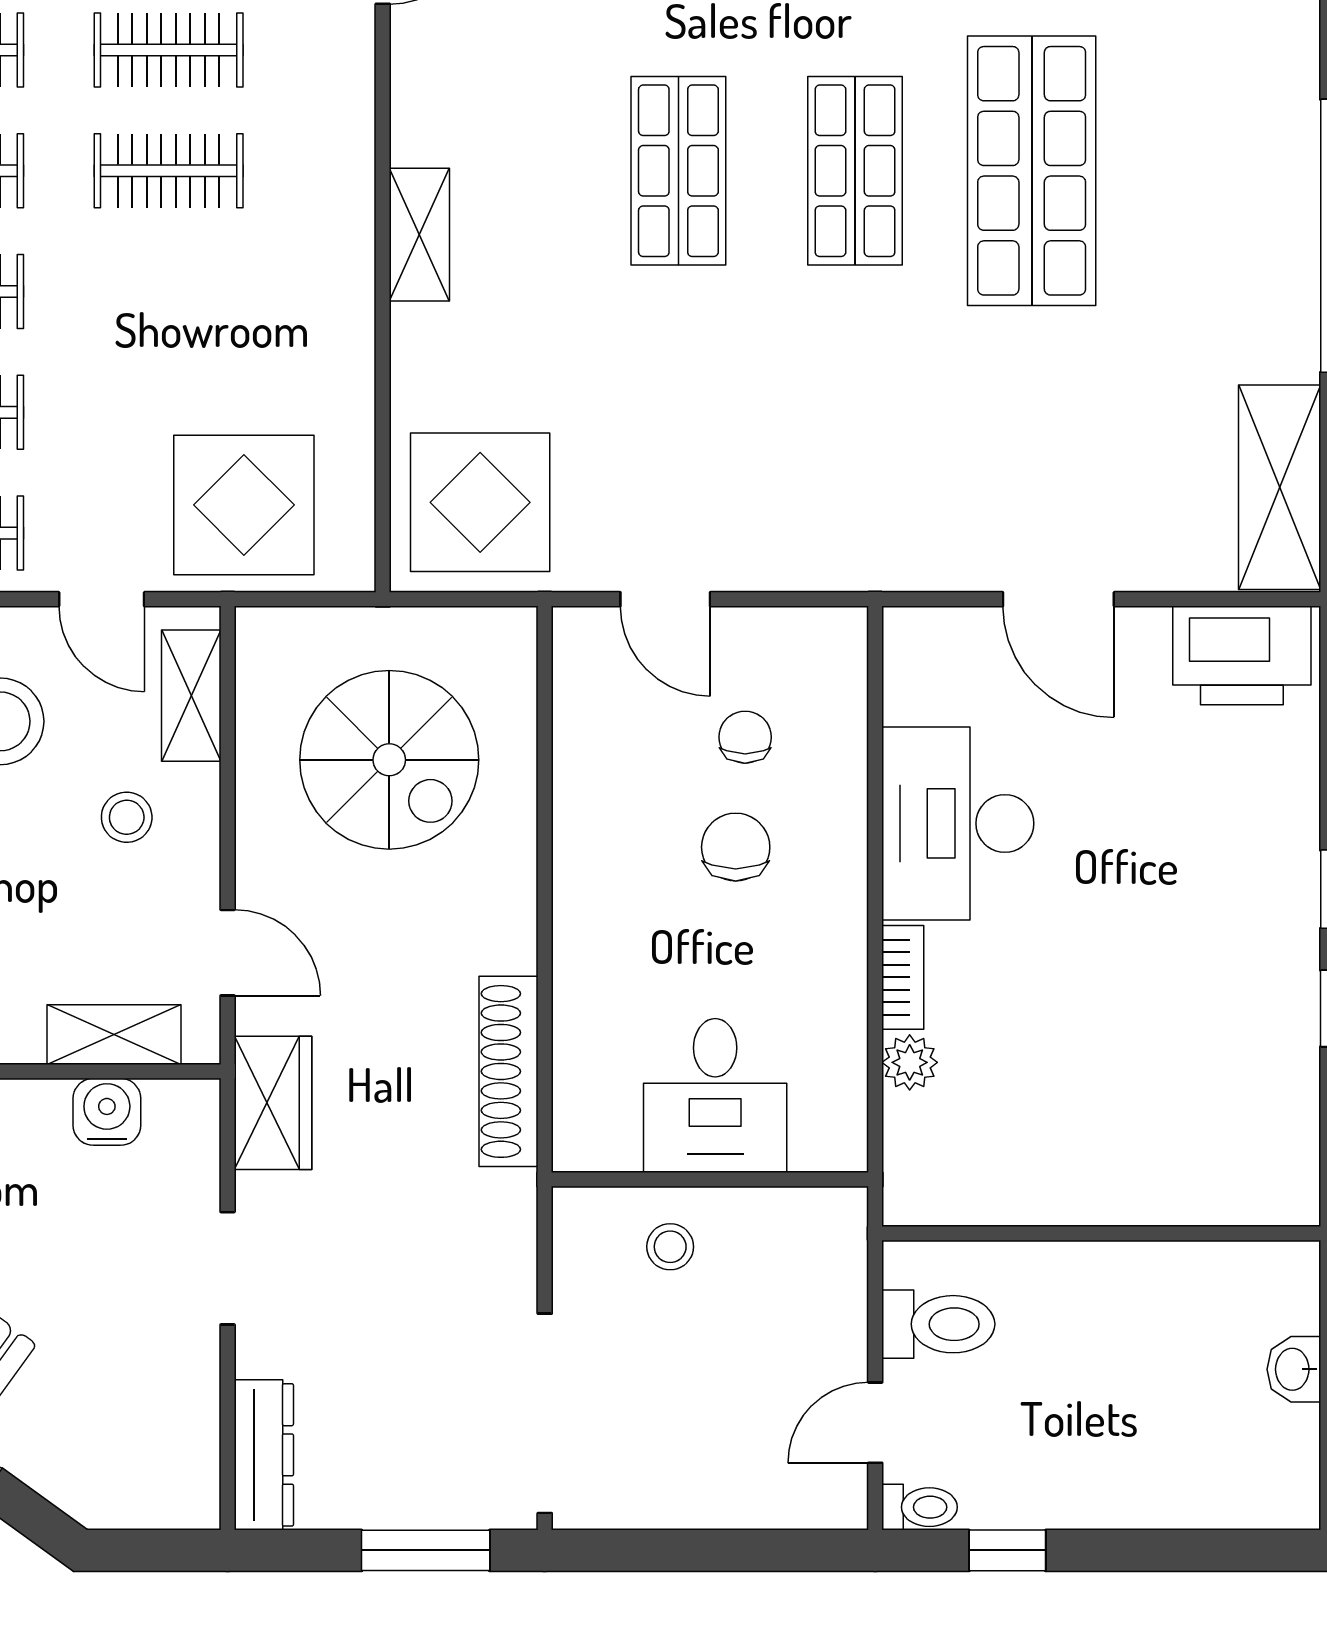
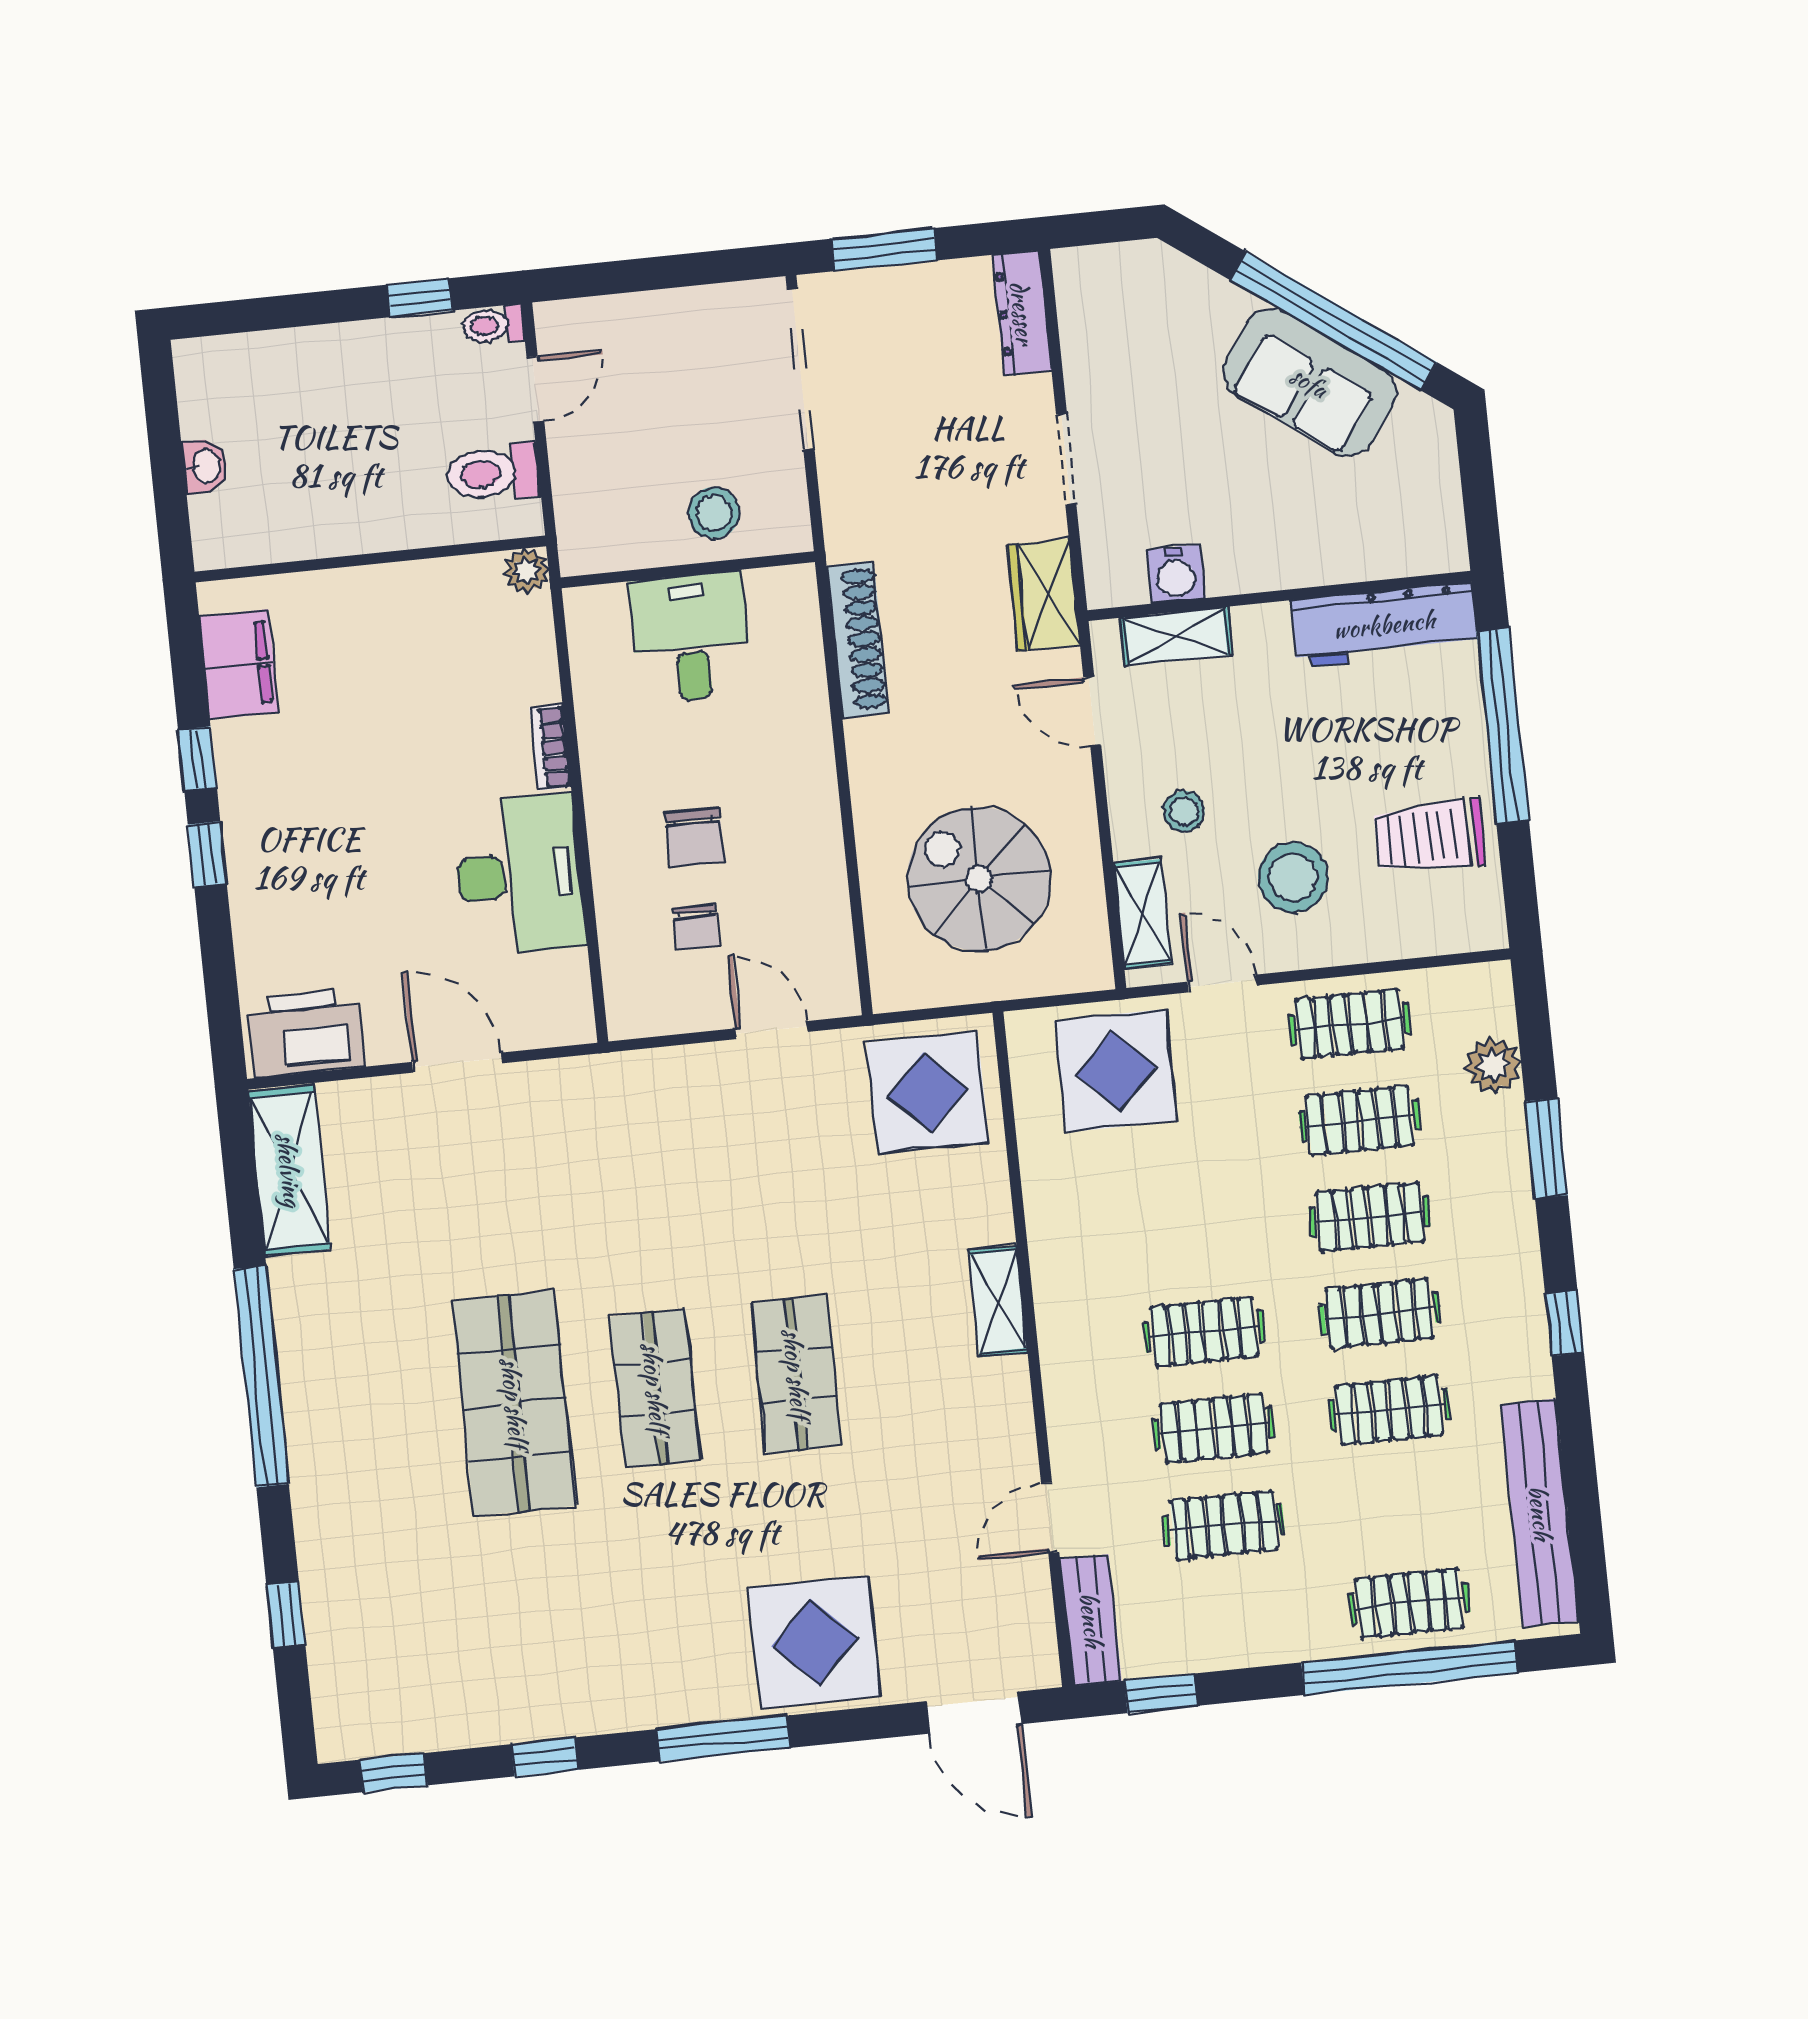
plant: (910, 1062) -> (526, 571), moved
filing cabinet: (1277, 1120) -> (239, 664), added
stool: (670, 1247) -> (714, 513), width x1.37, depth x1.37

